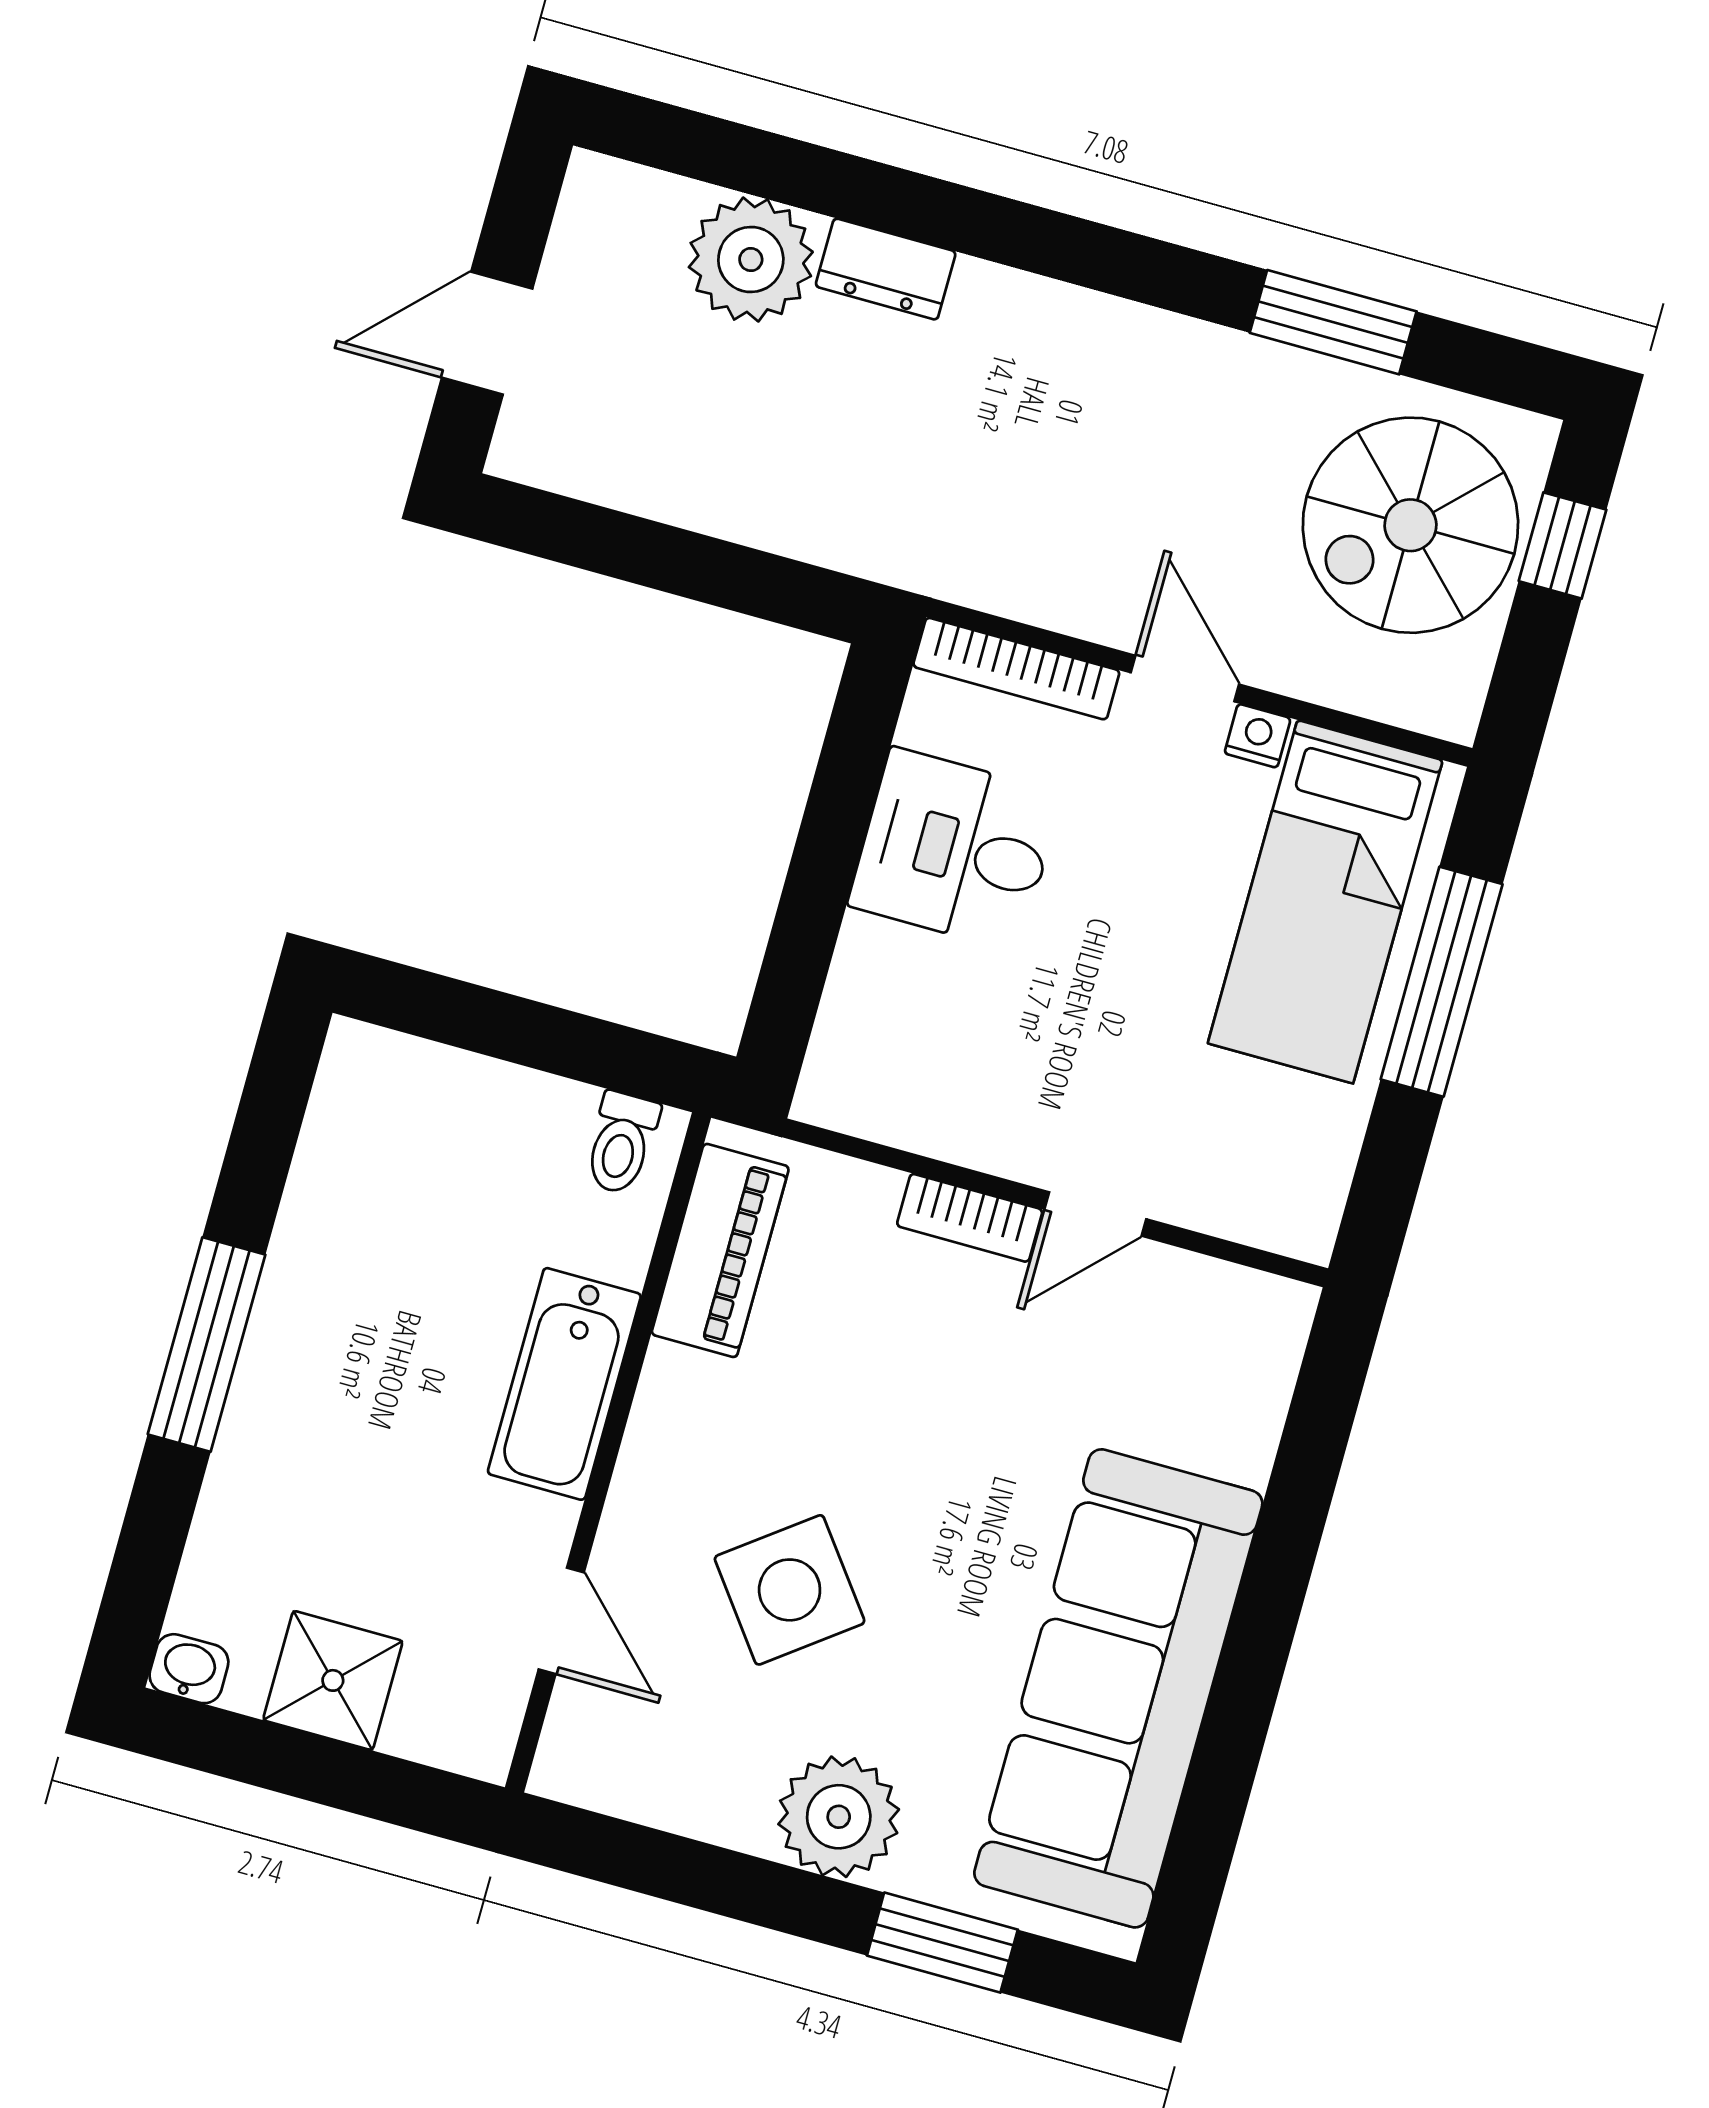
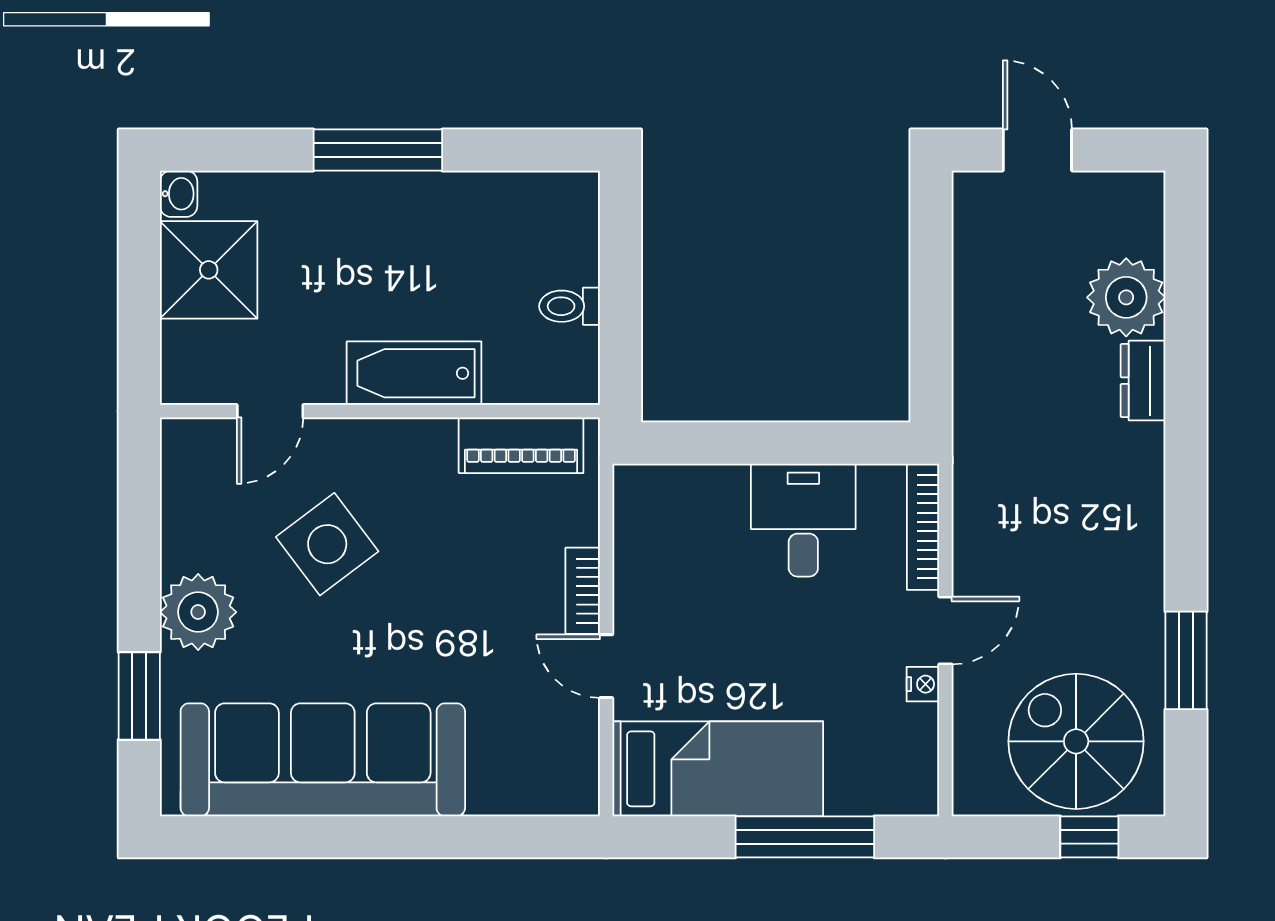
bed: (1325, 902) -> (718, 769), moved, turned 180
toilet: (622, 1143) -> (570, 306), moved
shower: (333, 1680) -> (209, 270), width x1.36, depth x1.36

